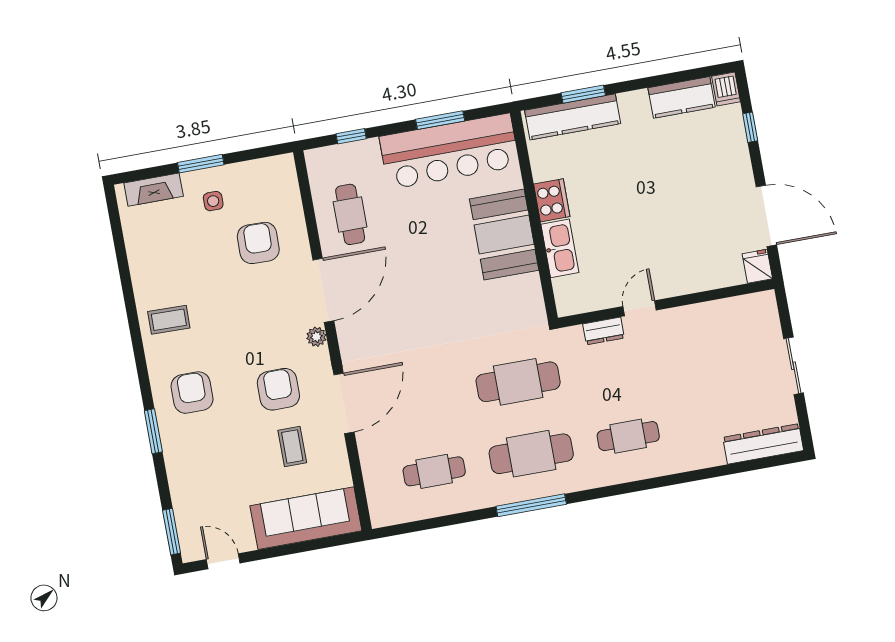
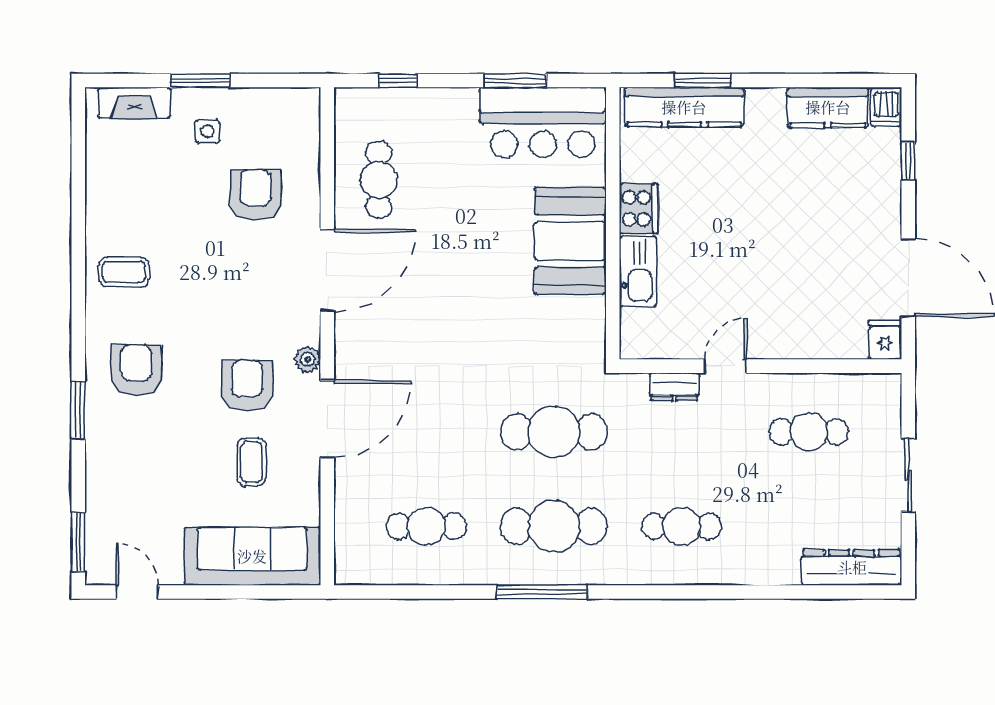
bar counter: (449, 151) -> (543, 122), width x0.73
plant: (316, 337) -> (308, 359), moved
cafe table: (712, 347) -> (809, 432), added

